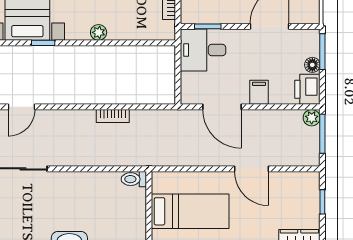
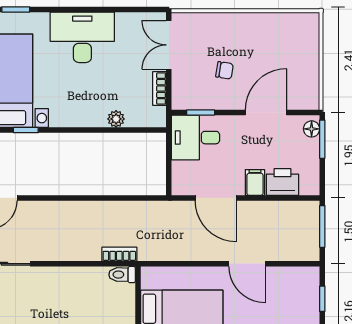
plant: (99, 32) -> (116, 119), moved
floor lamp: (312, 65) -> (312, 129), moved
printer: (307, 89) -> (282, 182), moved, turned 90
bookcase: (113, 116) -> (119, 254), moved, turned 180
plant: (312, 118) -> (311, 209), removed

